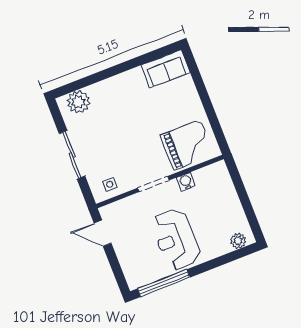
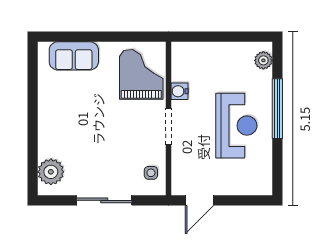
sofa: (166, 69) -> (74, 56), moved, turned 90
reception desk: (176, 239) -> (236, 126), turned -90
window: (164, 283) -> (277, 109), moved

